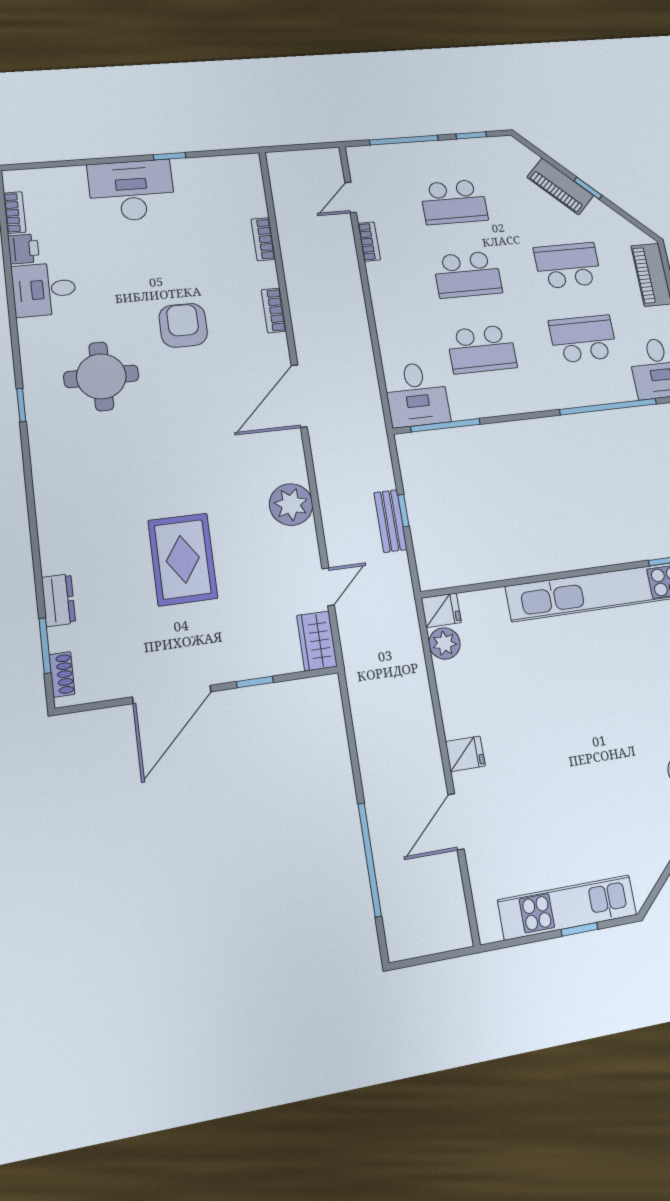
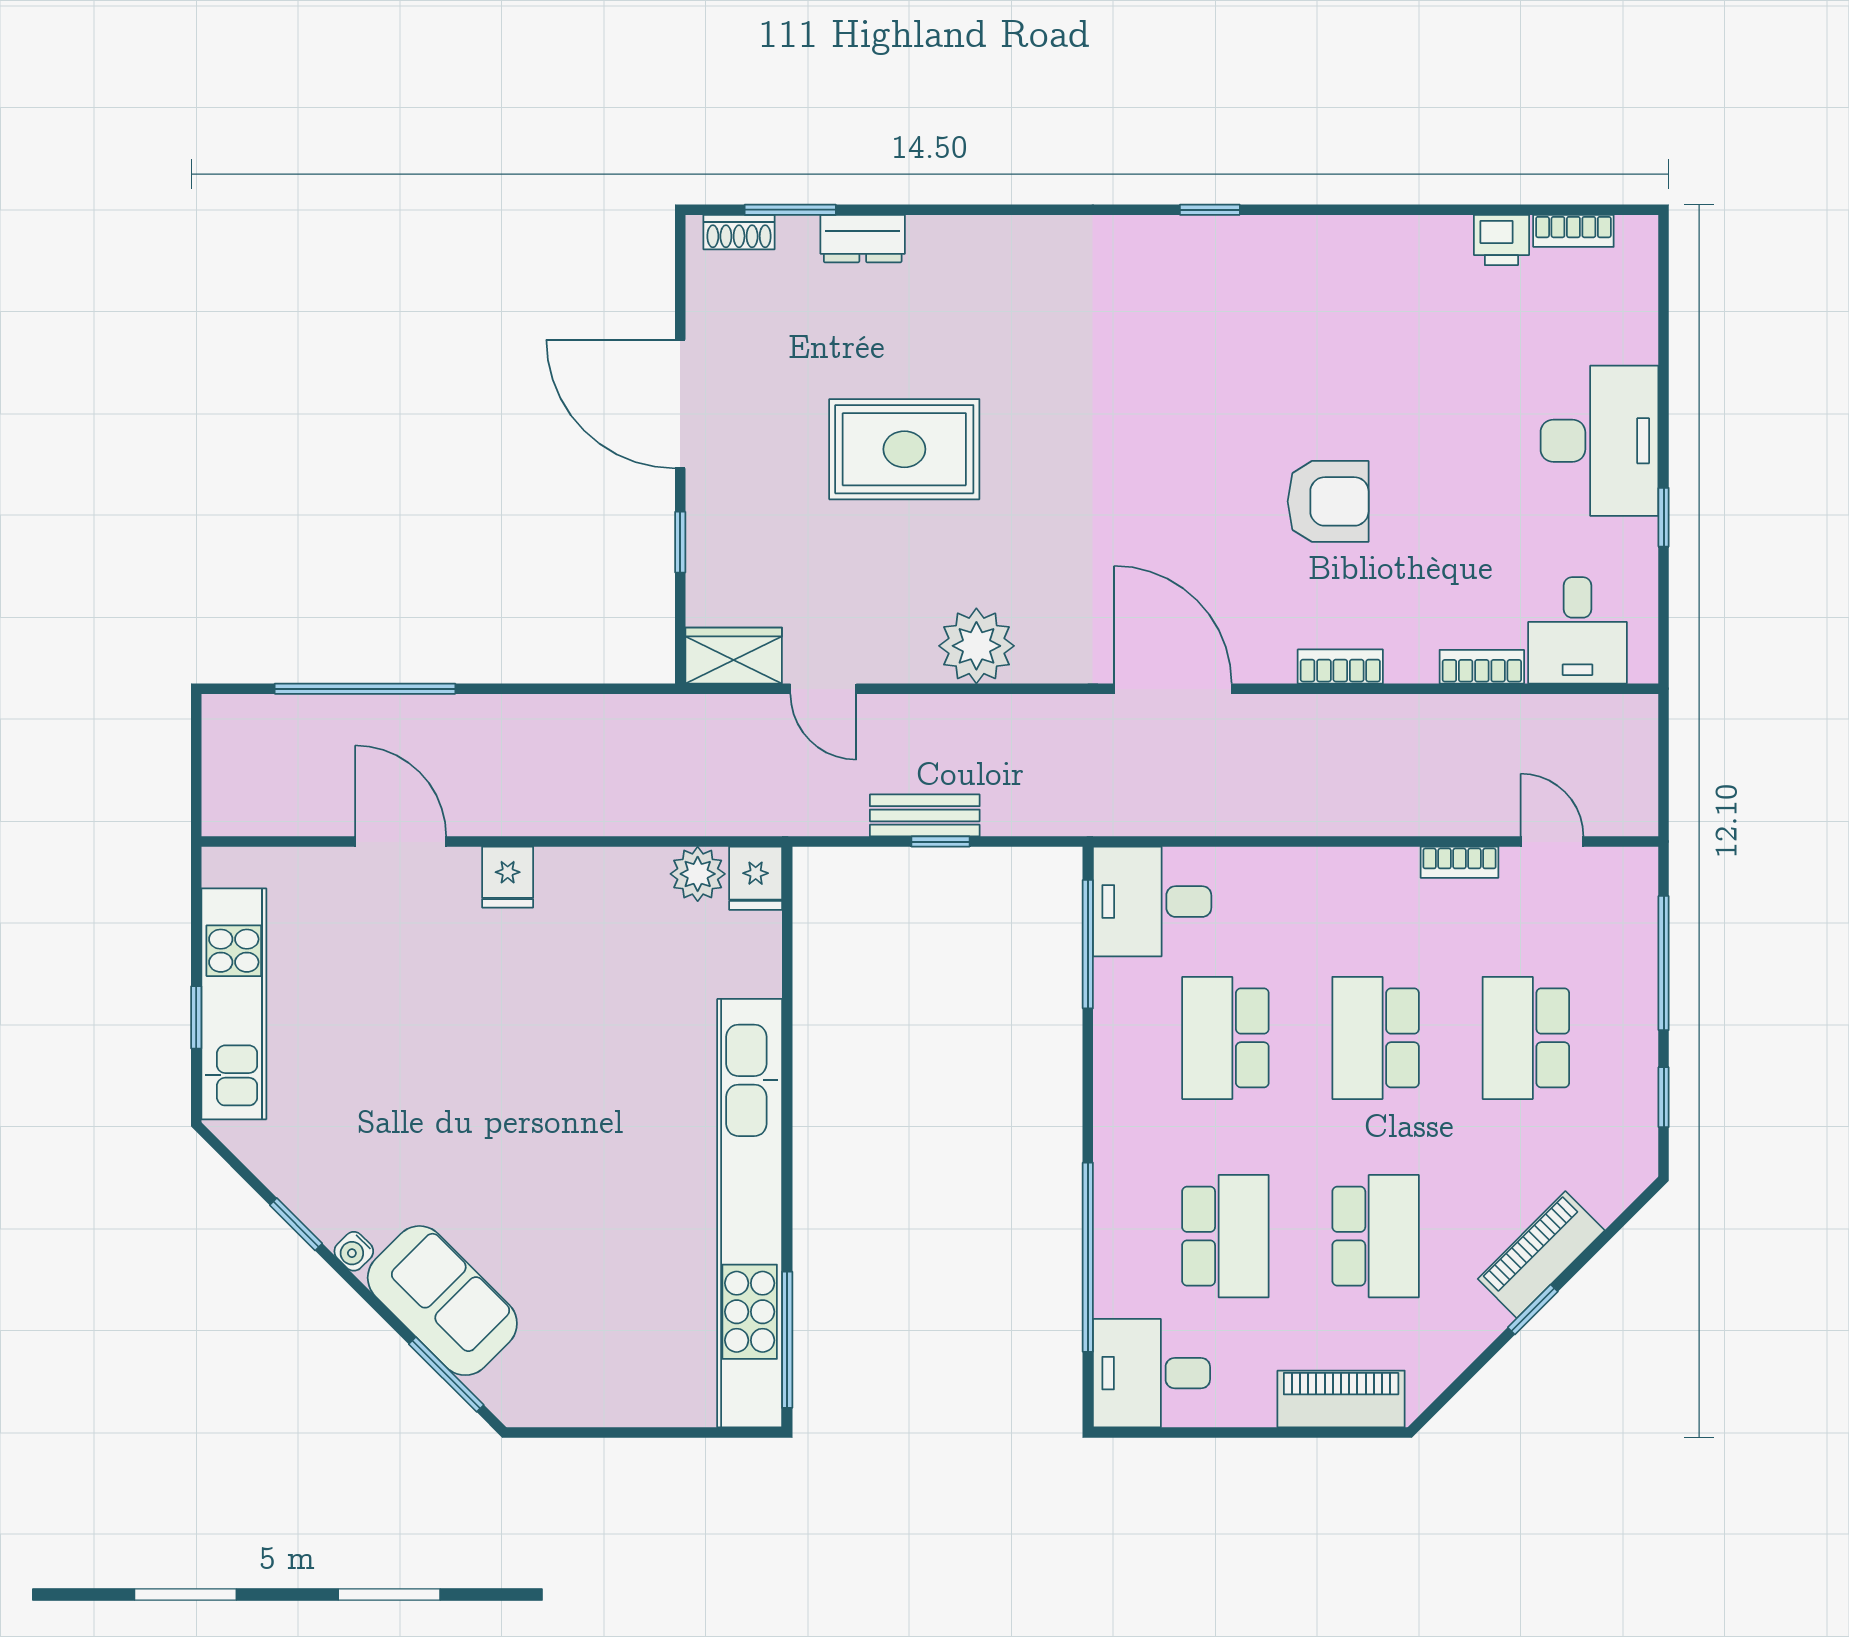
desk: (44, 289) -> (1578, 630), moved, turned 180
round table: (101, 376) -> (1248, 349), removed

